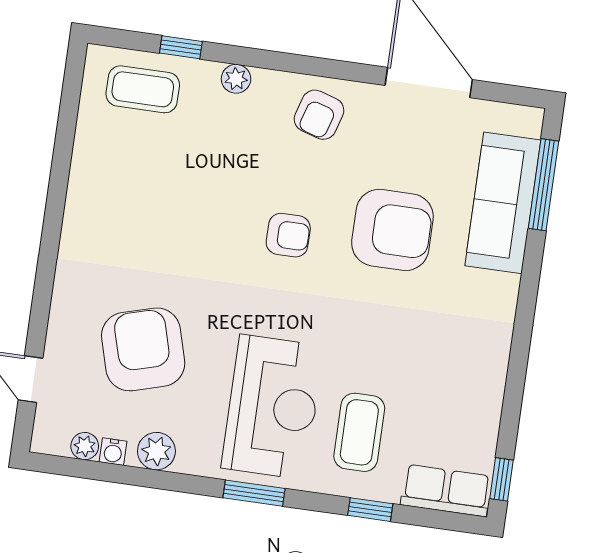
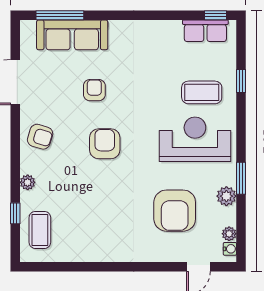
armchair: (392, 230) -> (94, 90), width x0.53, depth x0.53
armchair: (288, 235) -> (105, 144), width x1.38, depth x1.38
armchair: (143, 349) -> (175, 211), turned -74
water cooler: (113, 452) -> (230, 249), moved
row of seats: (446, 490) -> (205, 31), moved, turned -90
window: (254, 493) -> (241, 178), moved

